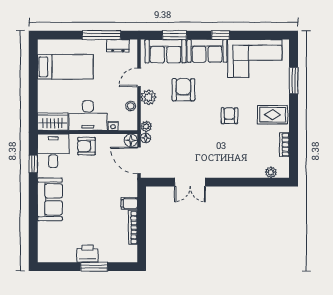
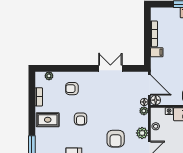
armchair: (241, 156) -> (72, 89), added

